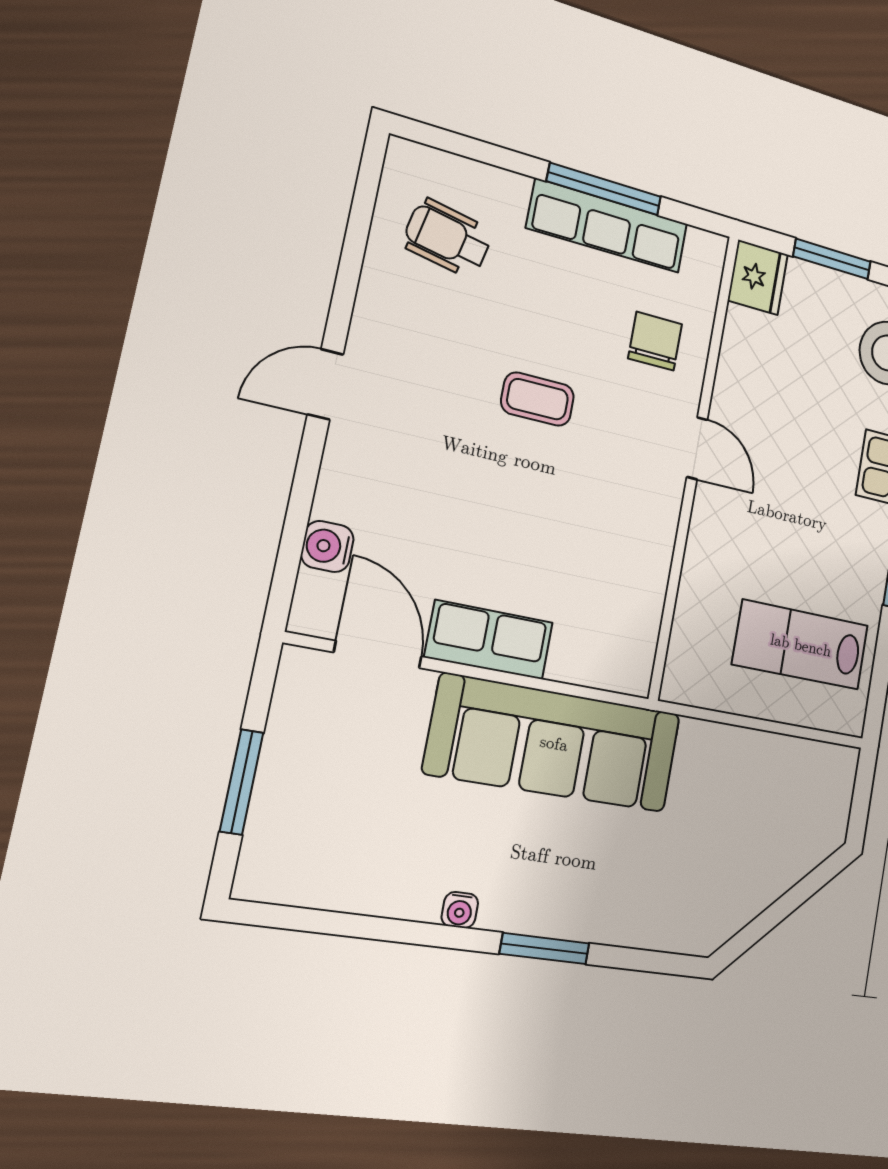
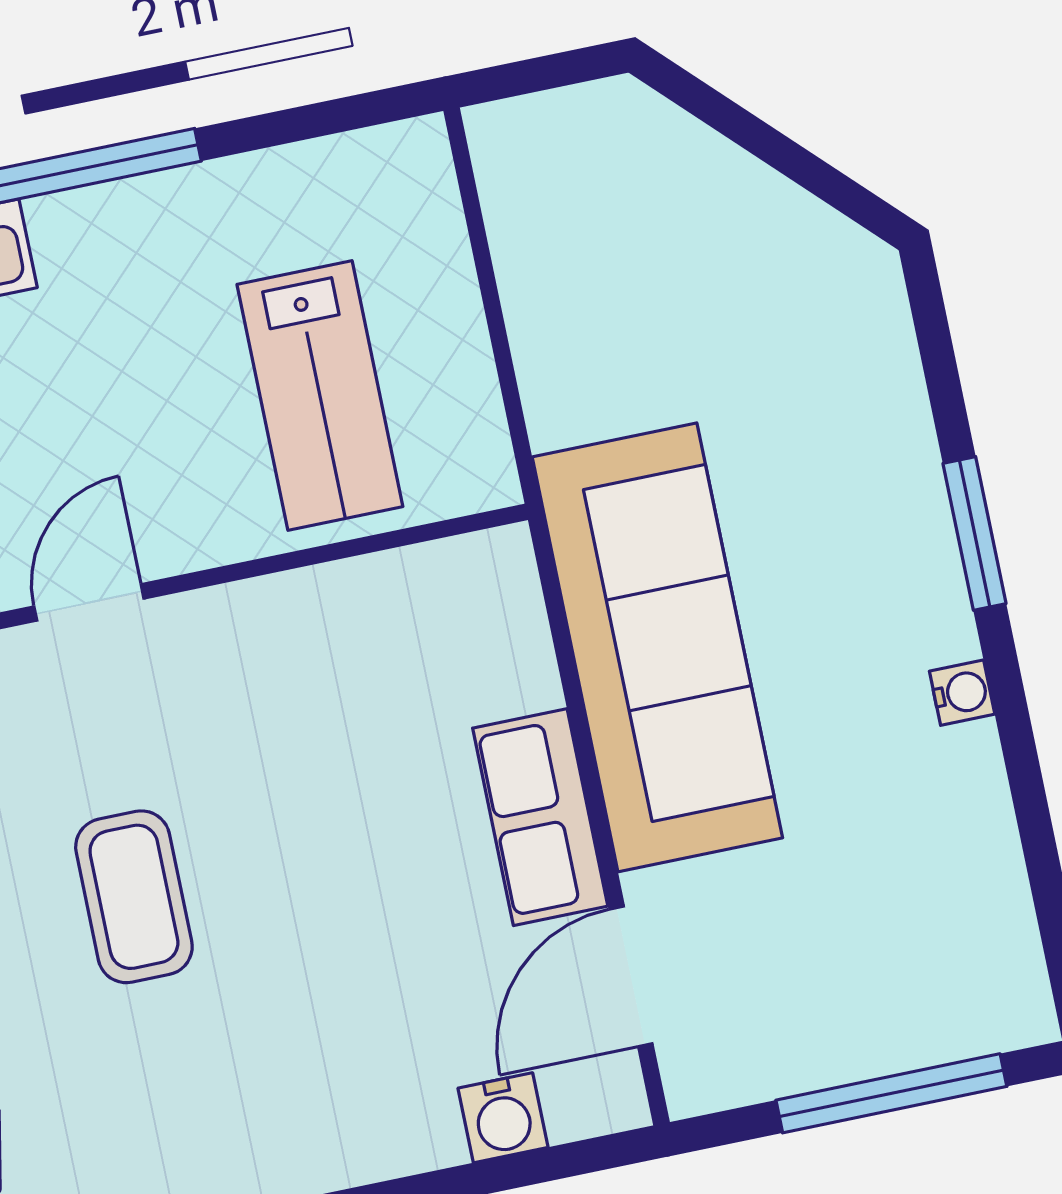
coffee table: (538, 399) -> (134, 897), width x1.36, depth x1.30
lab bench: (801, 645) -> (320, 395), moved
window: (242, 782) -> (891, 1093), width x1.44

